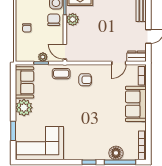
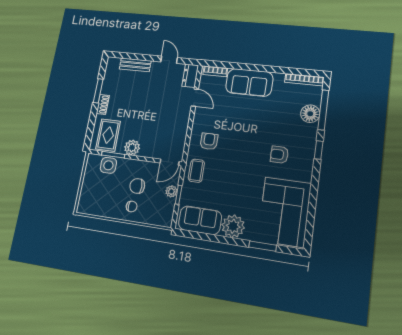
chair: (54, 20) -> (137, 186), moved
armchair: (82, 134) -> (279, 155), added

